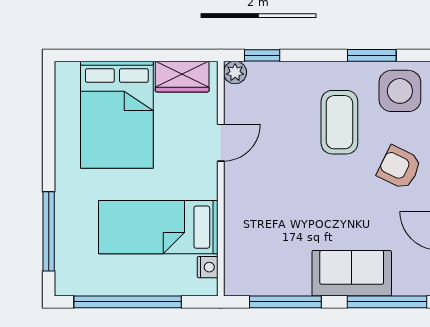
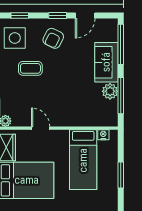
coffee table: (339, 122) -> (30, 68), width x0.73, depth x0.77
plant: (294, 280) -> (110, 91), added
window: (128, 302) -> (121, 175), width x0.47

